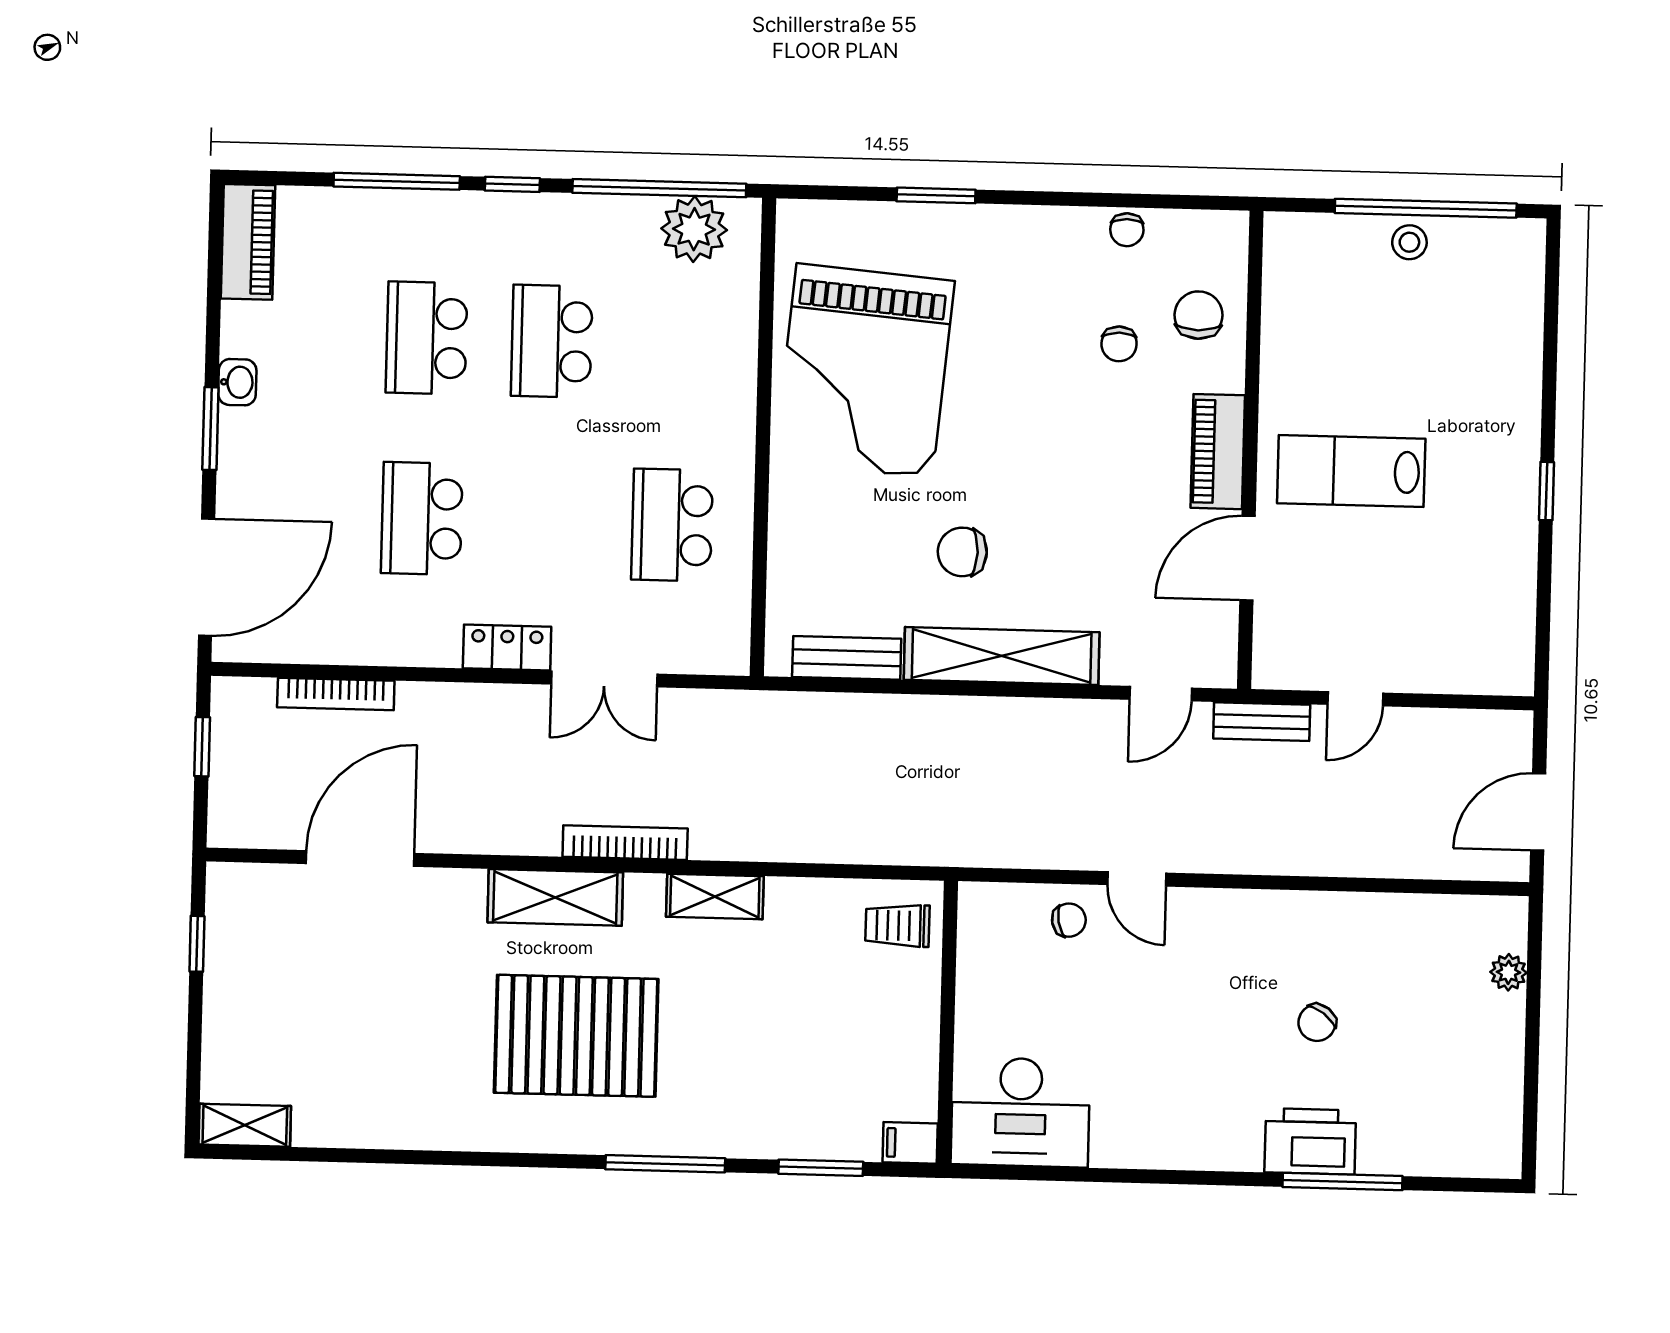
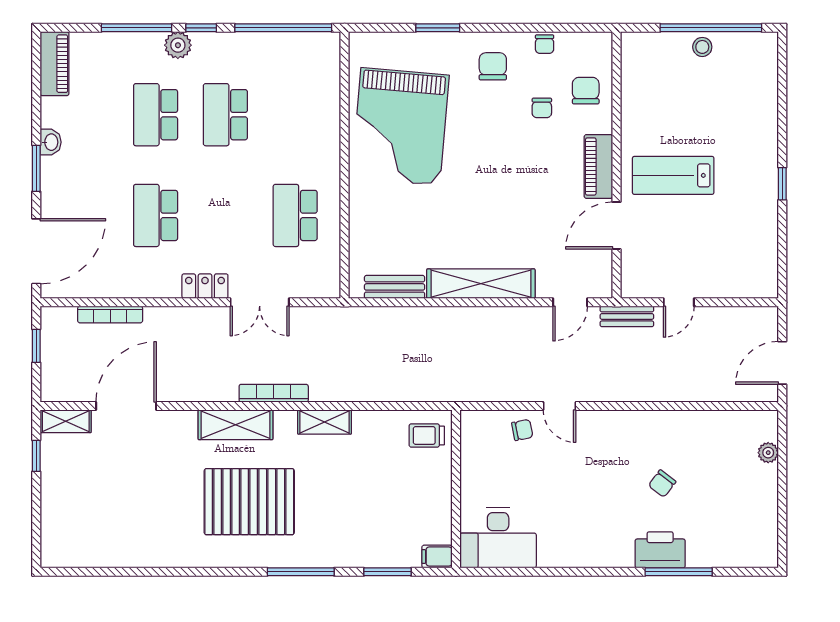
plant: (694, 229) -> (178, 45), moved, width x0.73, depth x0.73
chair: (962, 552) -> (493, 66), moved, turned 89
shelving: (245, 1125) -> (66, 421), moved

